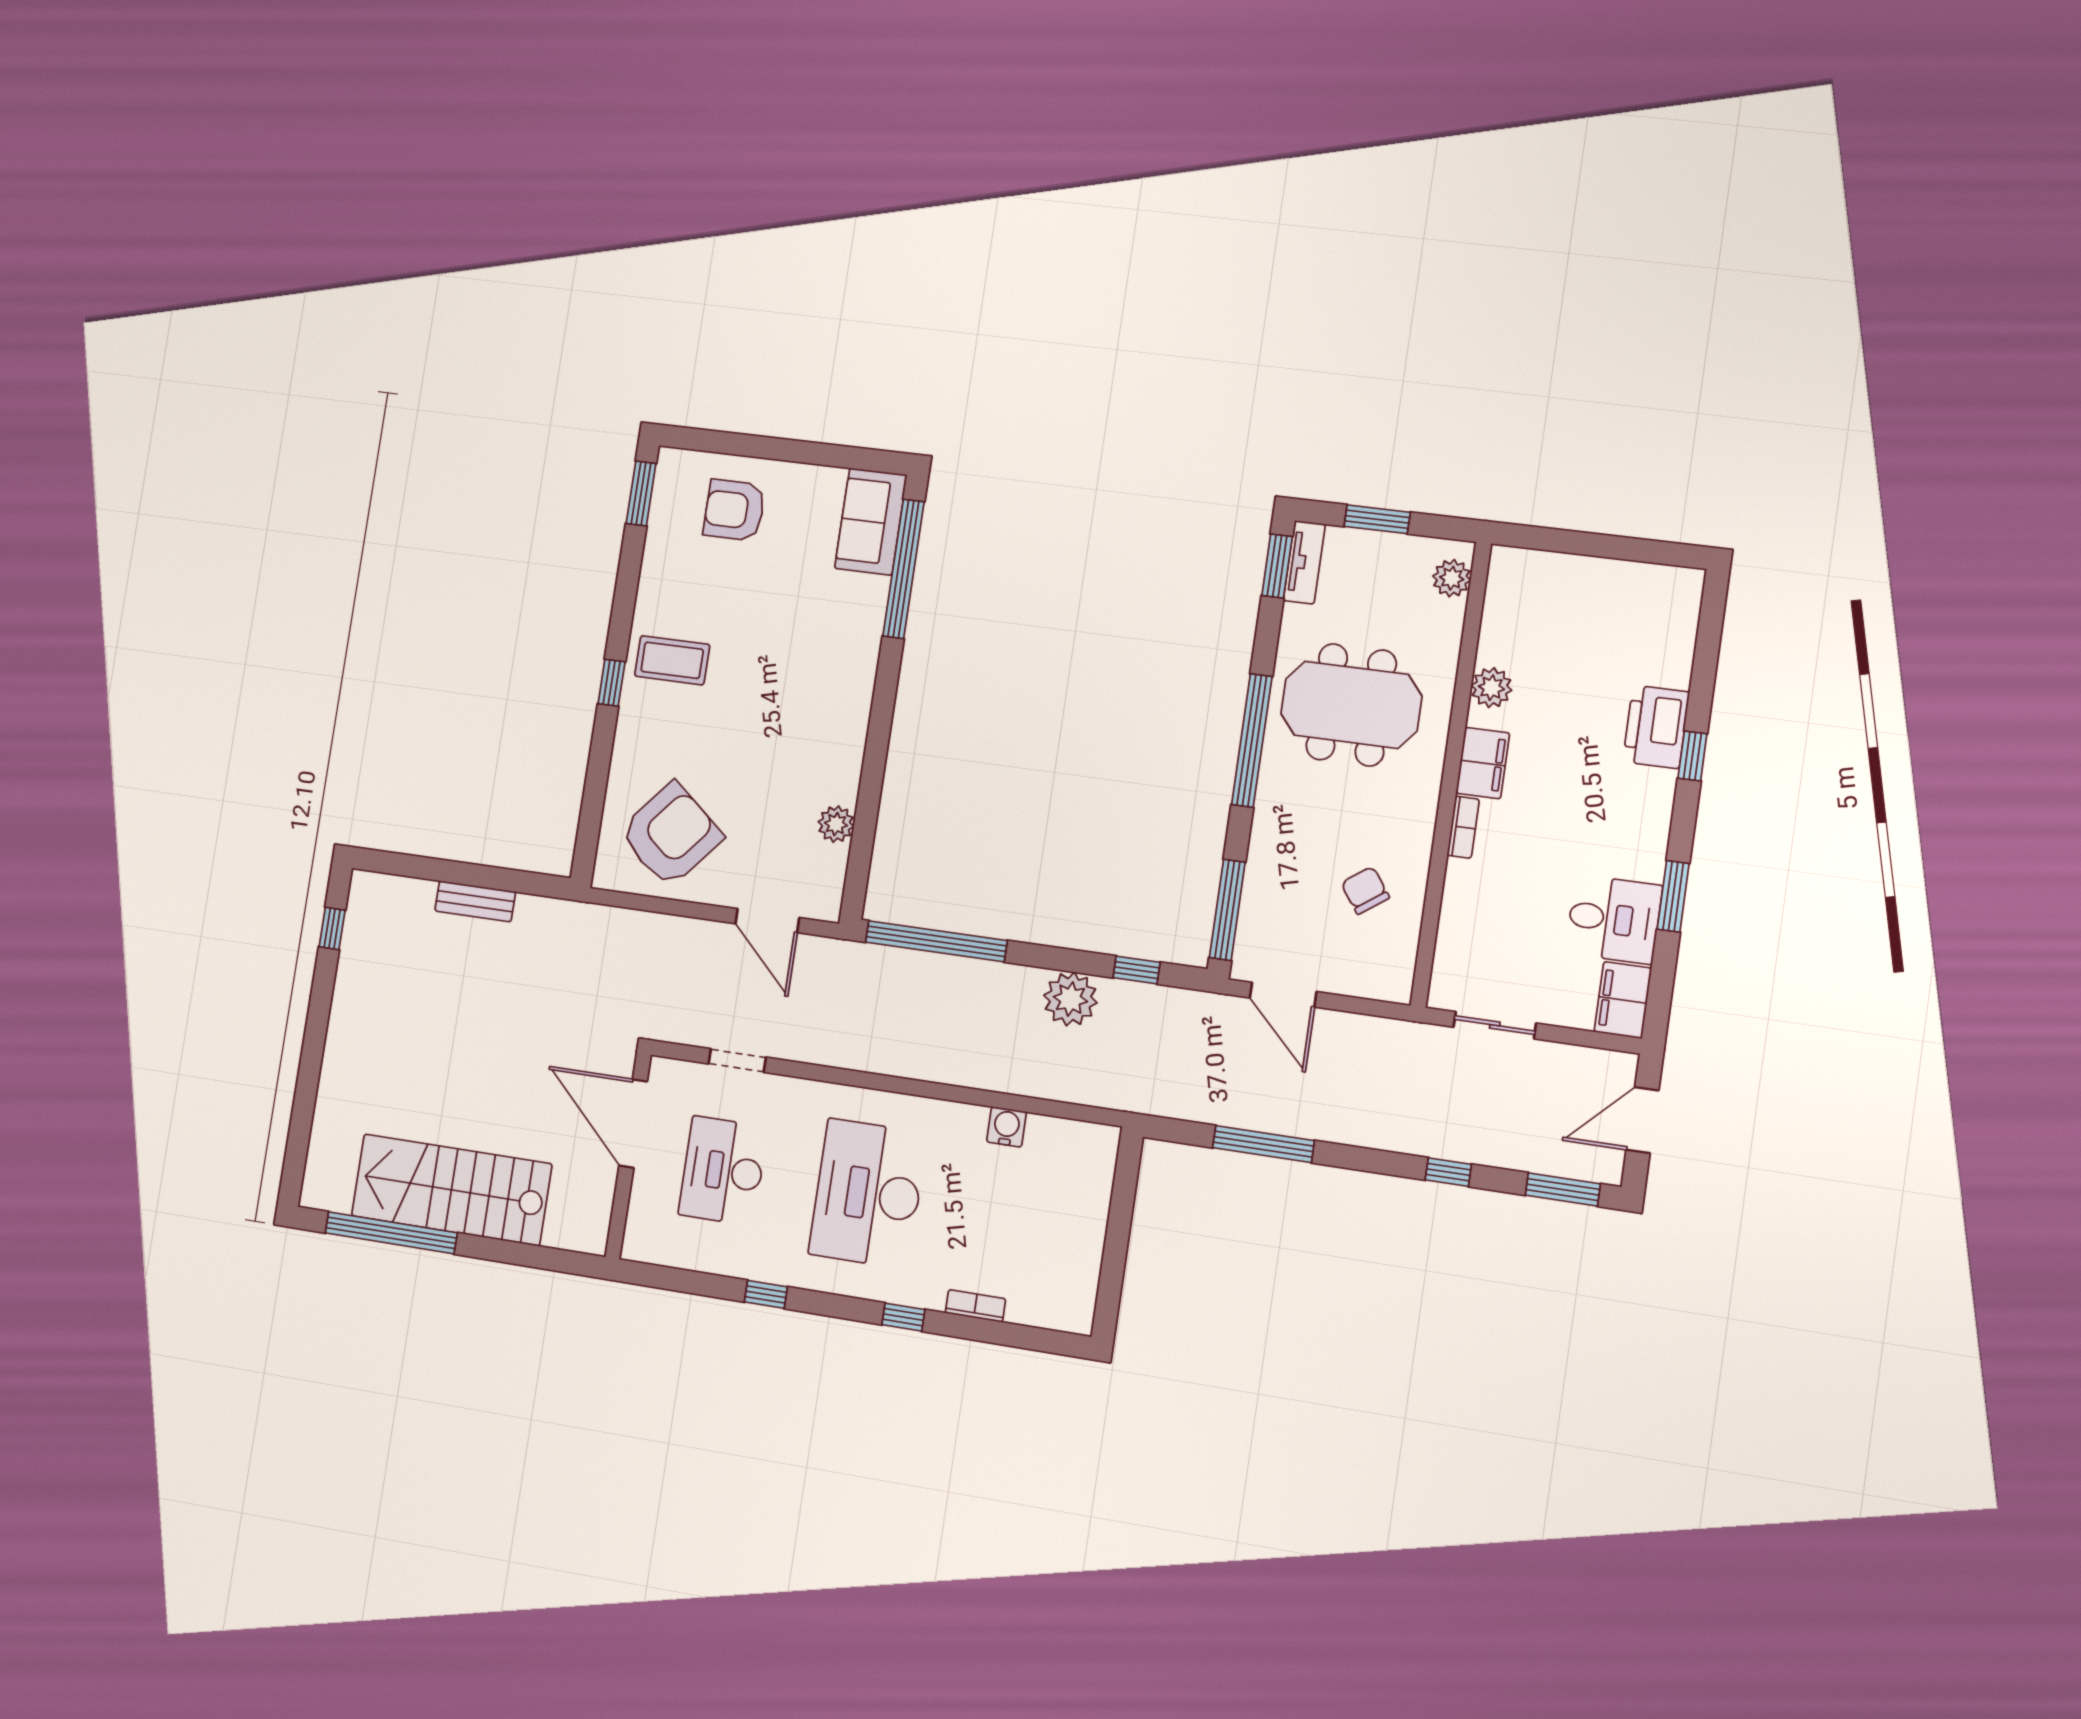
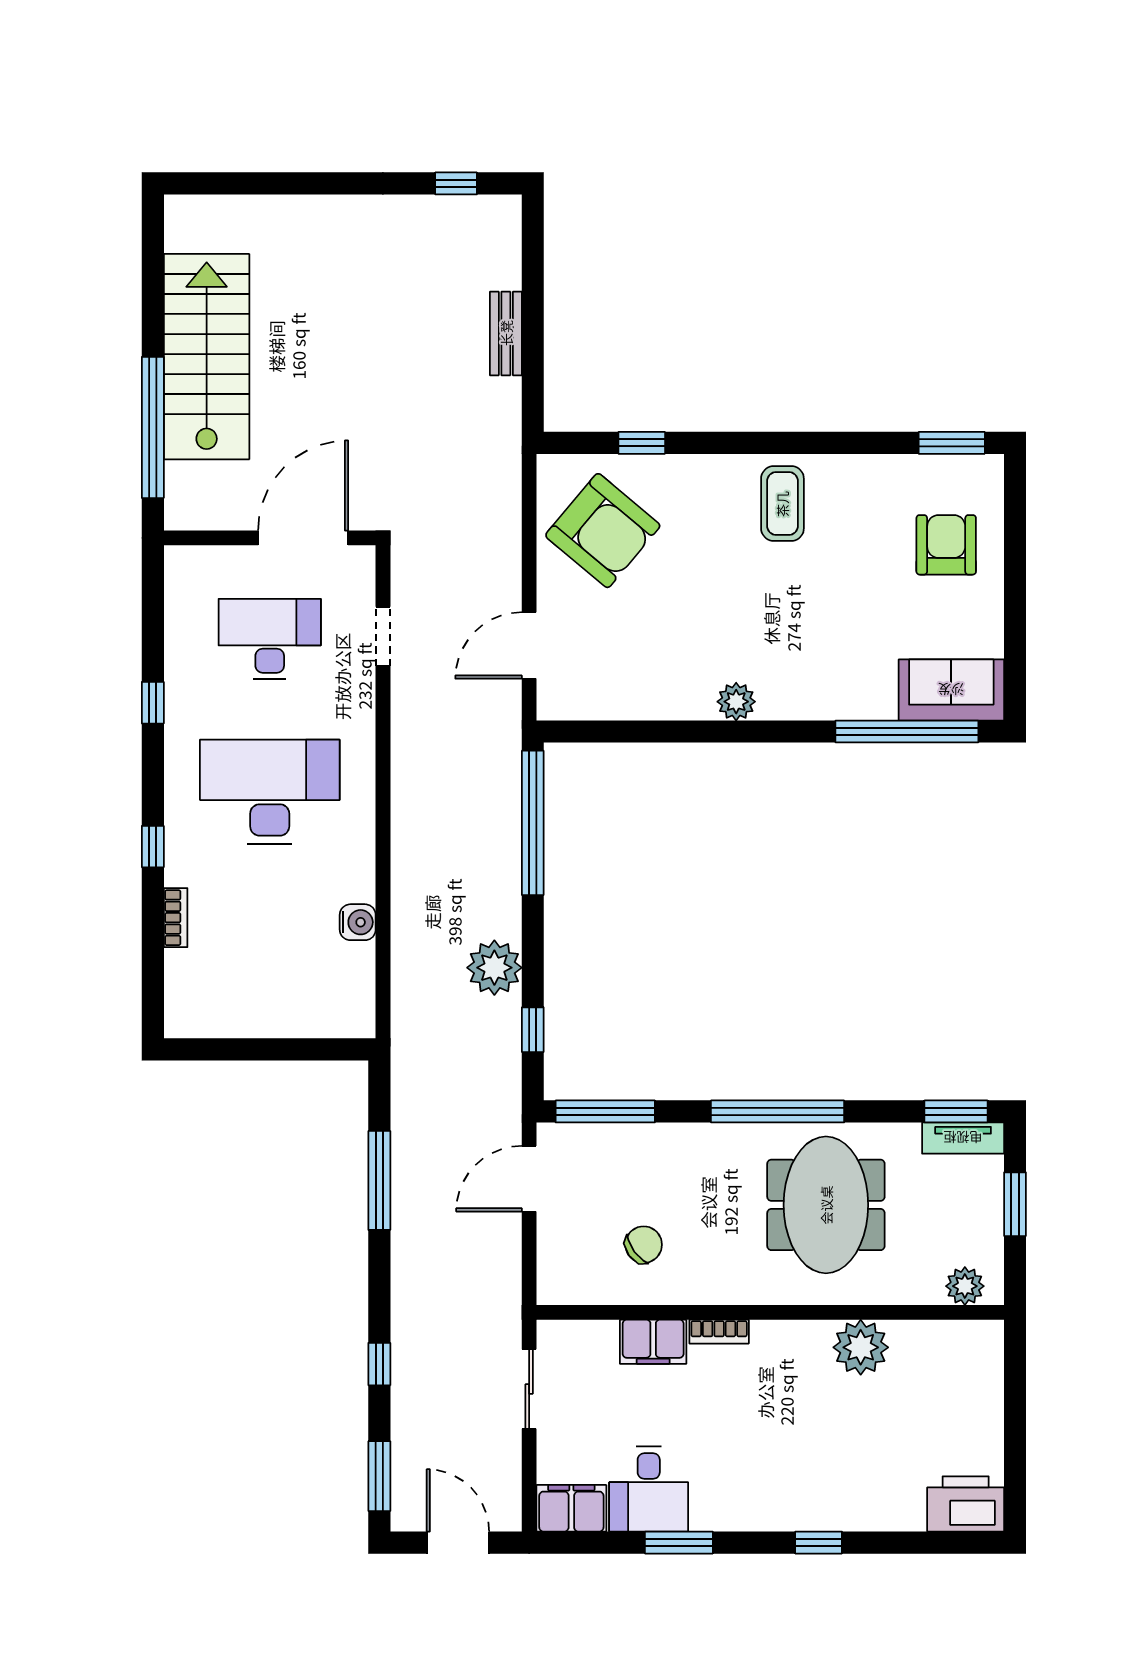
window: (612, 683) -> (642, 443), moved
plant: (1491, 688) -> (861, 1347), width x1.36, depth x1.36
printer: (1656, 727) -> (966, 1504), moved
filing cabinet: (1483, 763) -> (653, 1342), moved
plant: (836, 824) -> (736, 702), moved
window: (391, 1233) -> (153, 427), moved

